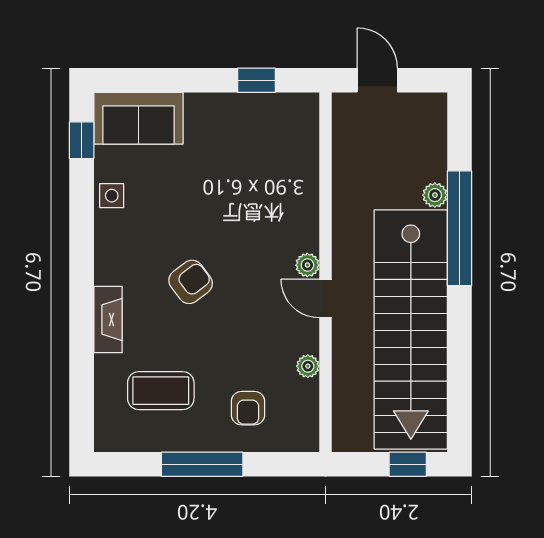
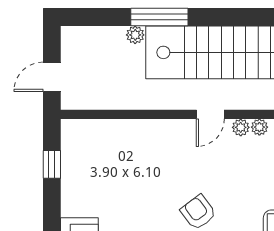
window: (460, 228) -> (159, 17), width x0.68
plant: (307, 265) -> (241, 127), moved

